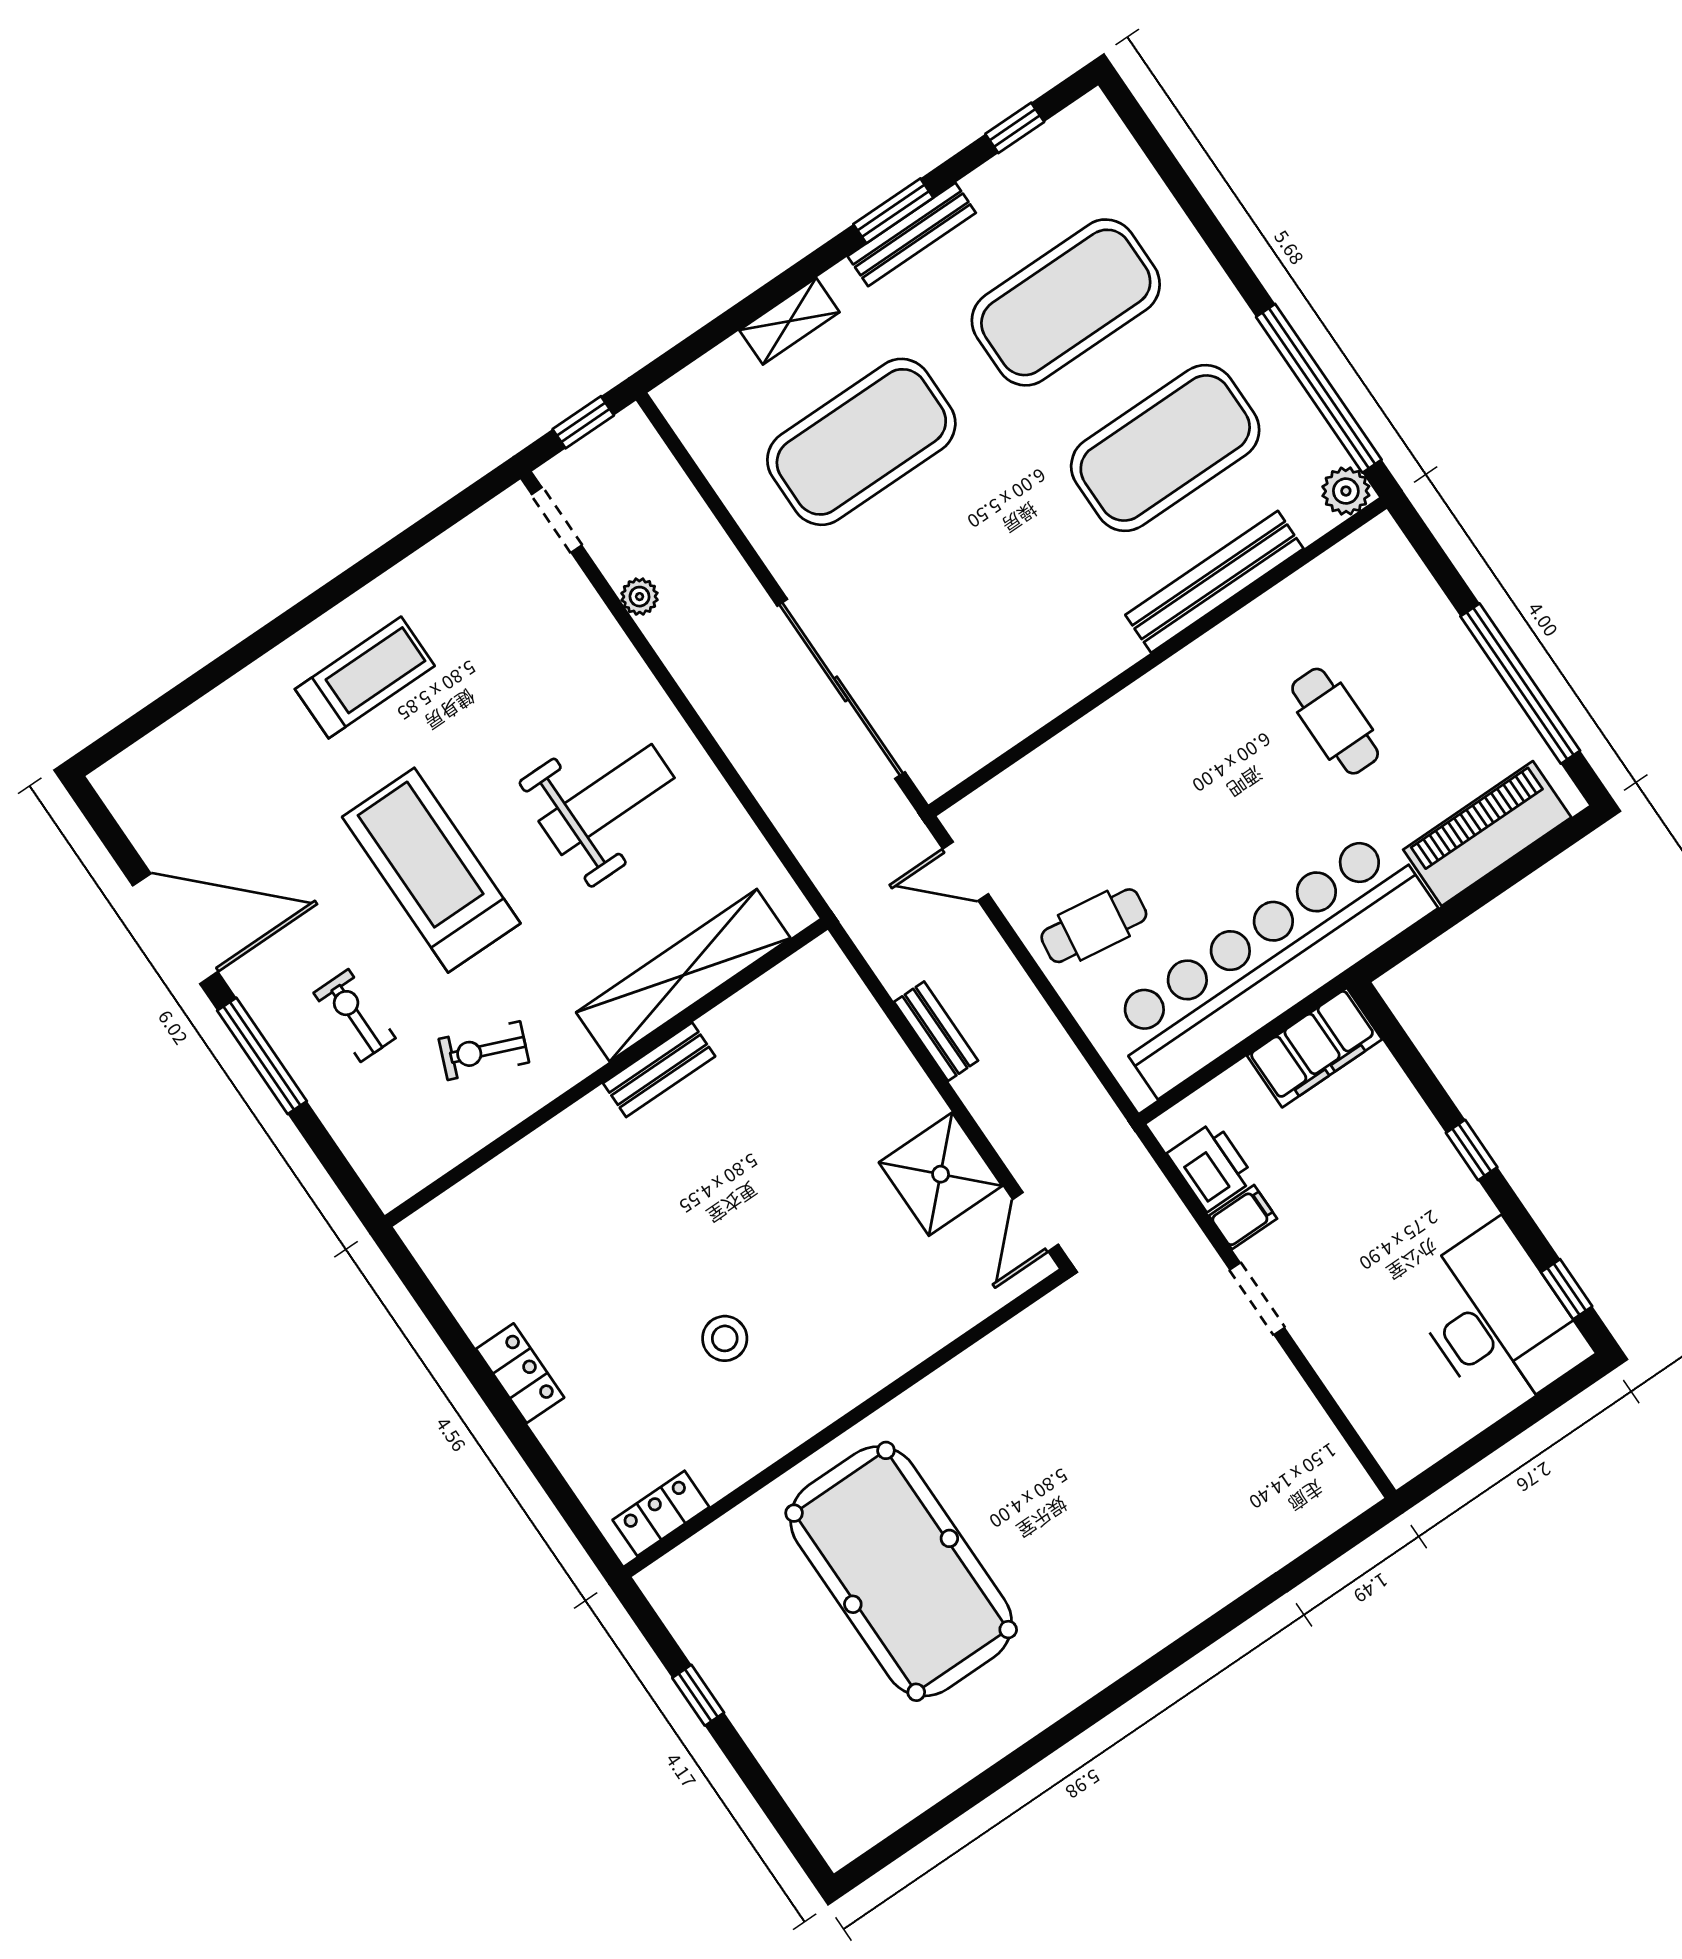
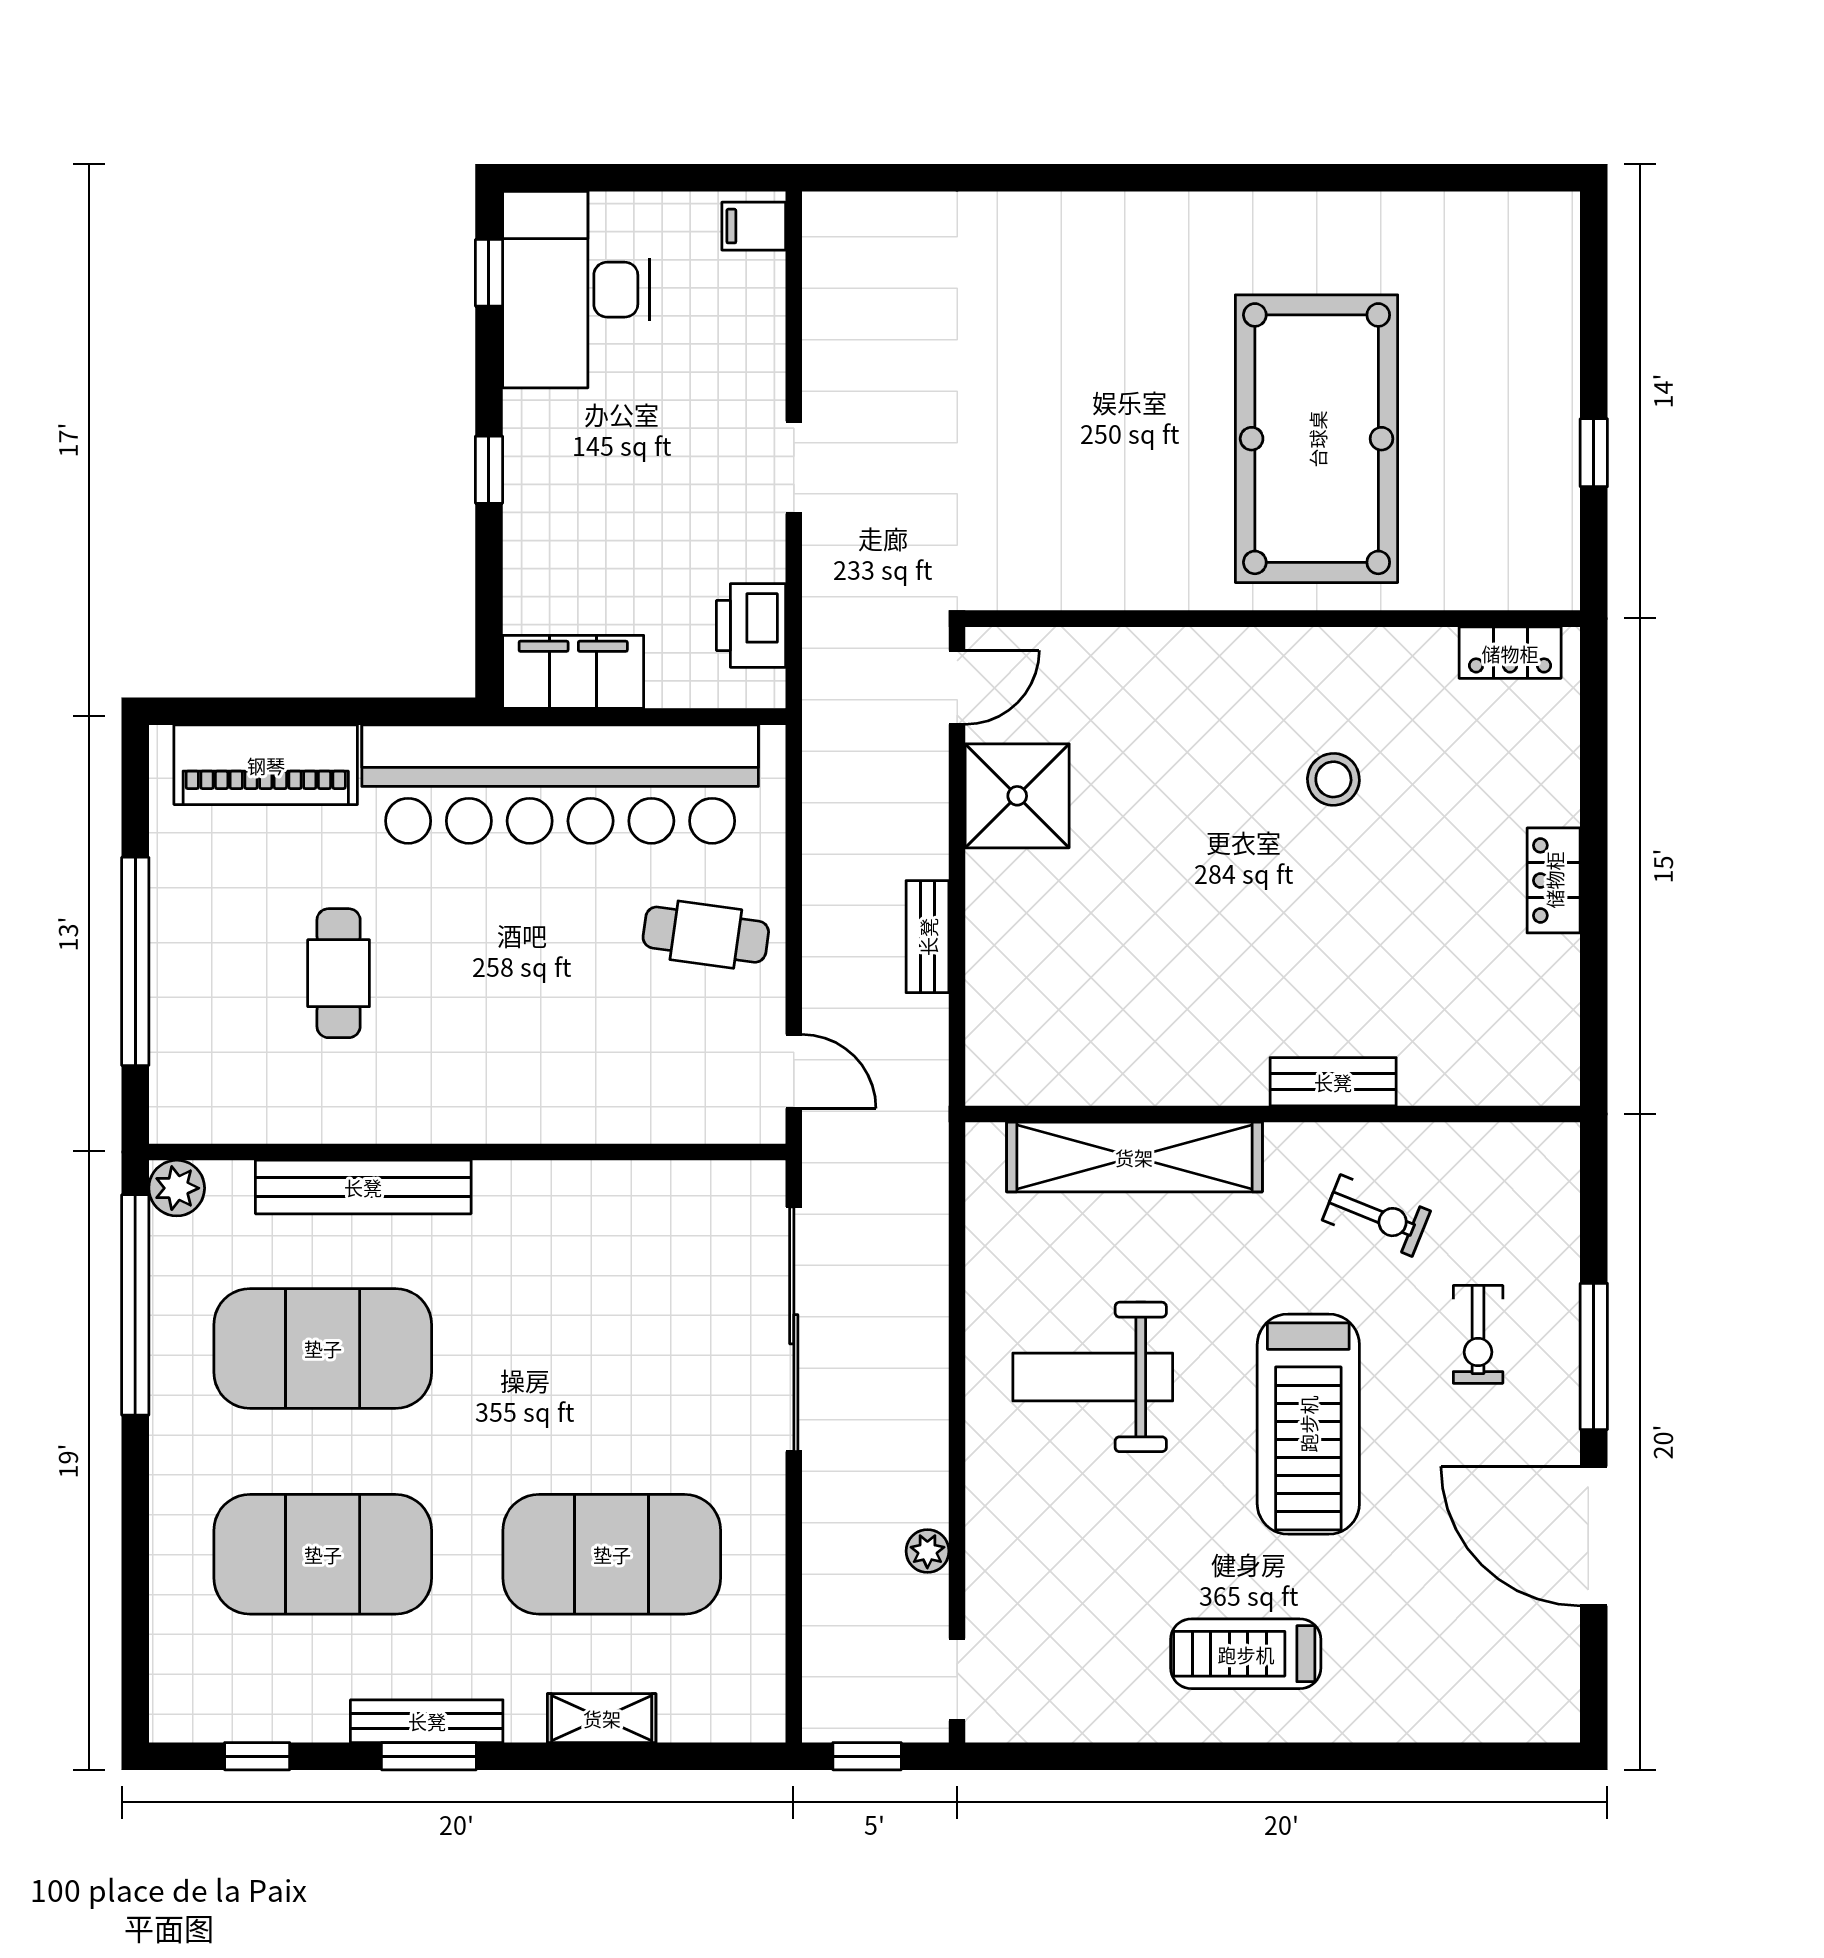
window: (1520, 684) -> (135, 961), moved
bench: (659, 1070) -> (1333, 1082), moved
filing cabinet: (1243, 1217) -> (754, 226), moved

